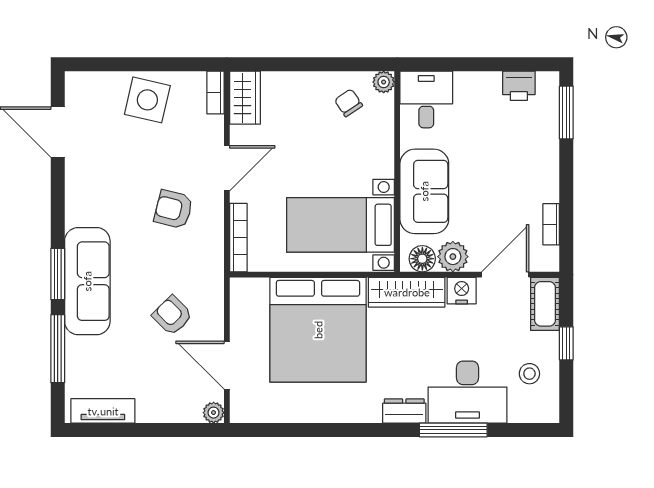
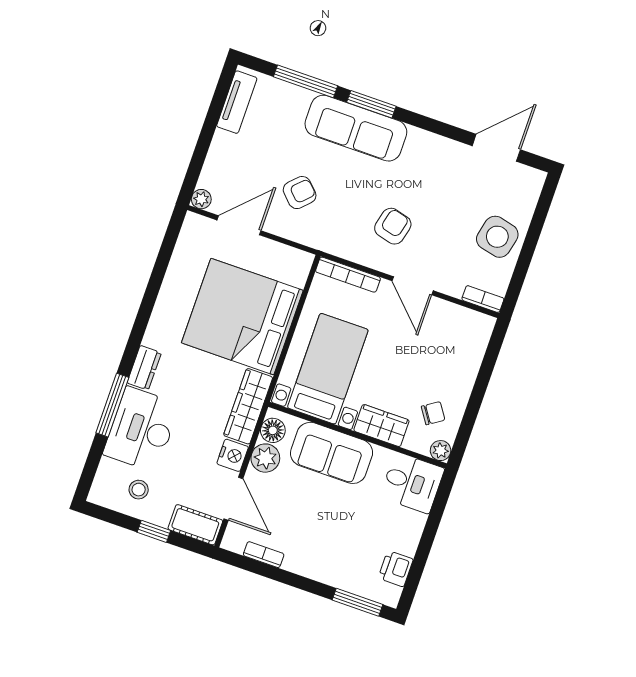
wardrobe: (245, 98) -> (381, 426), moved, turned 180

